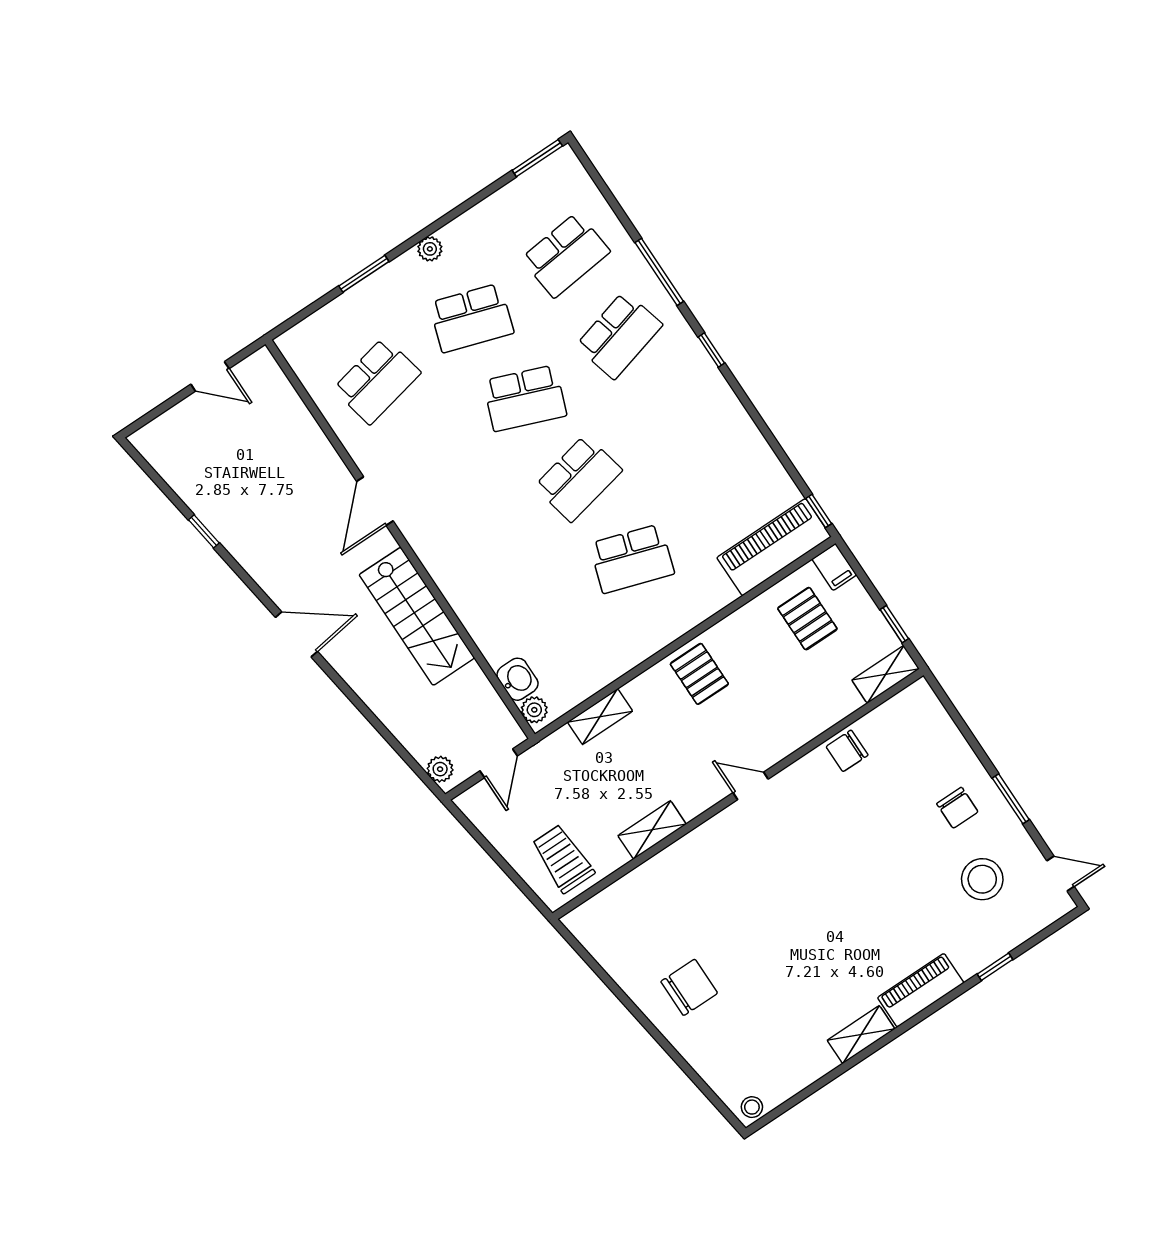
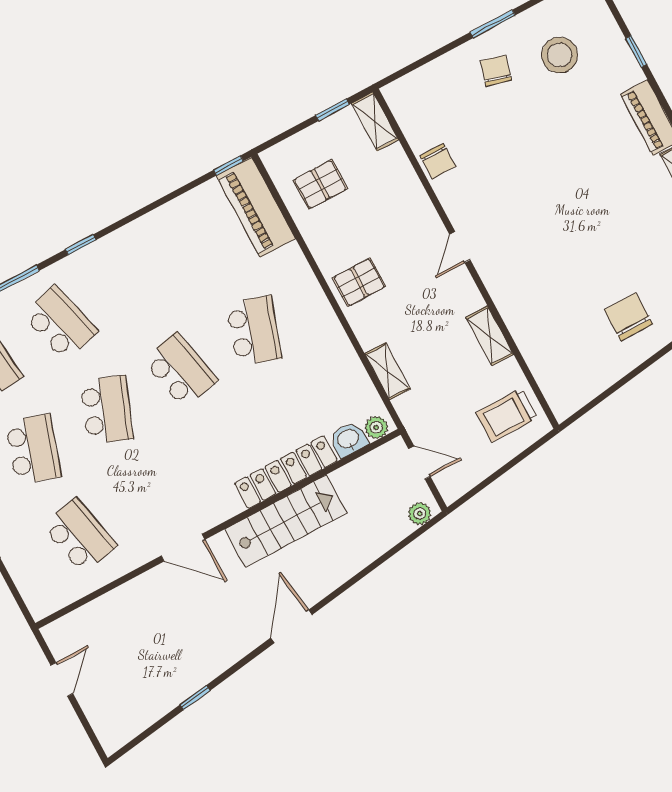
filing cabinet: (834, 567) -> (278, 157), removed
locker: (473, 611) -> (286, 472), added
chair: (957, 808) -> (496, 71), turned -74

